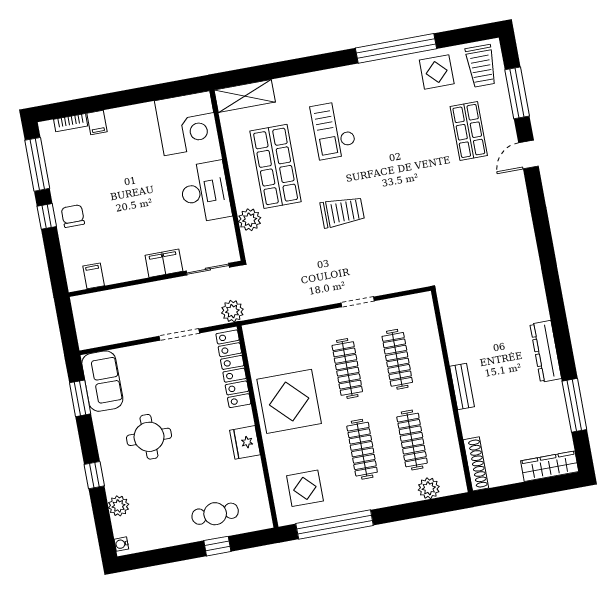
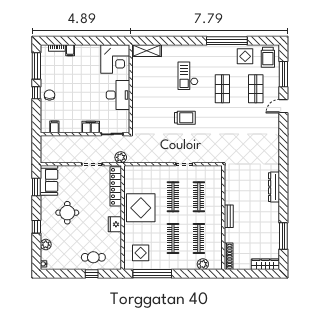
shop shelf: (276, 166) -> (222, 89), moved, width x0.70, depth x0.74
plant: (250, 220) -> (138, 113), removed
dresser: (546, 351) -> (274, 187), moved

